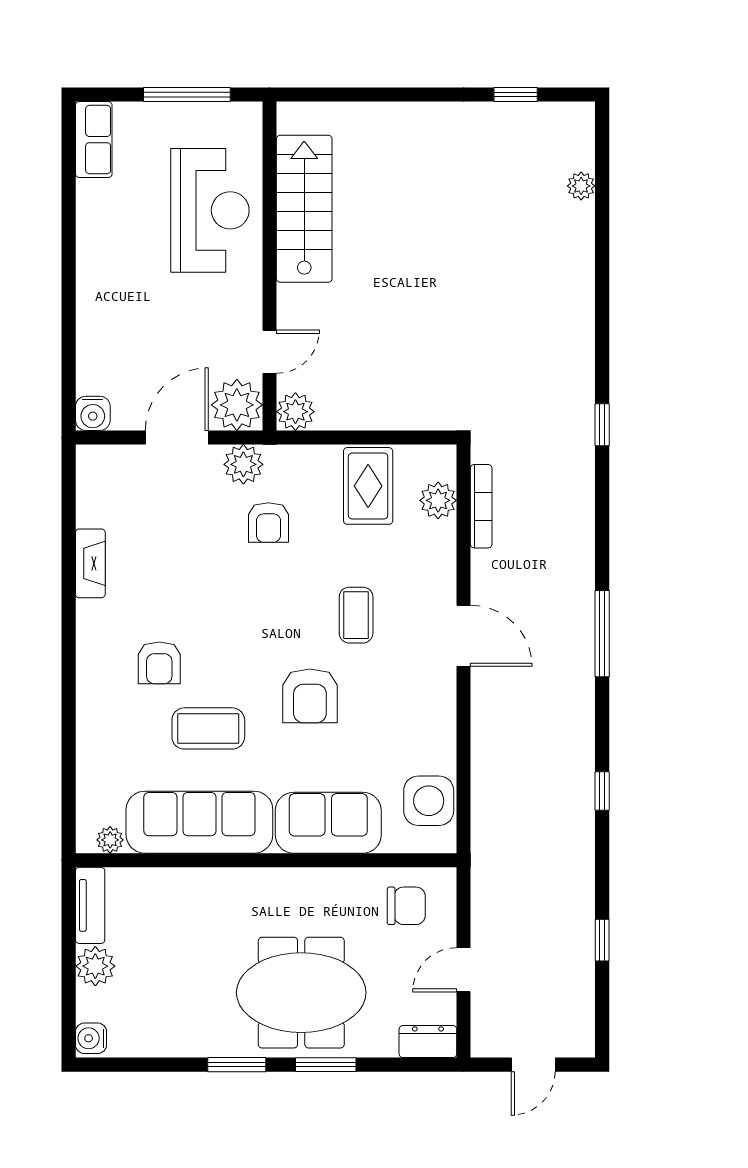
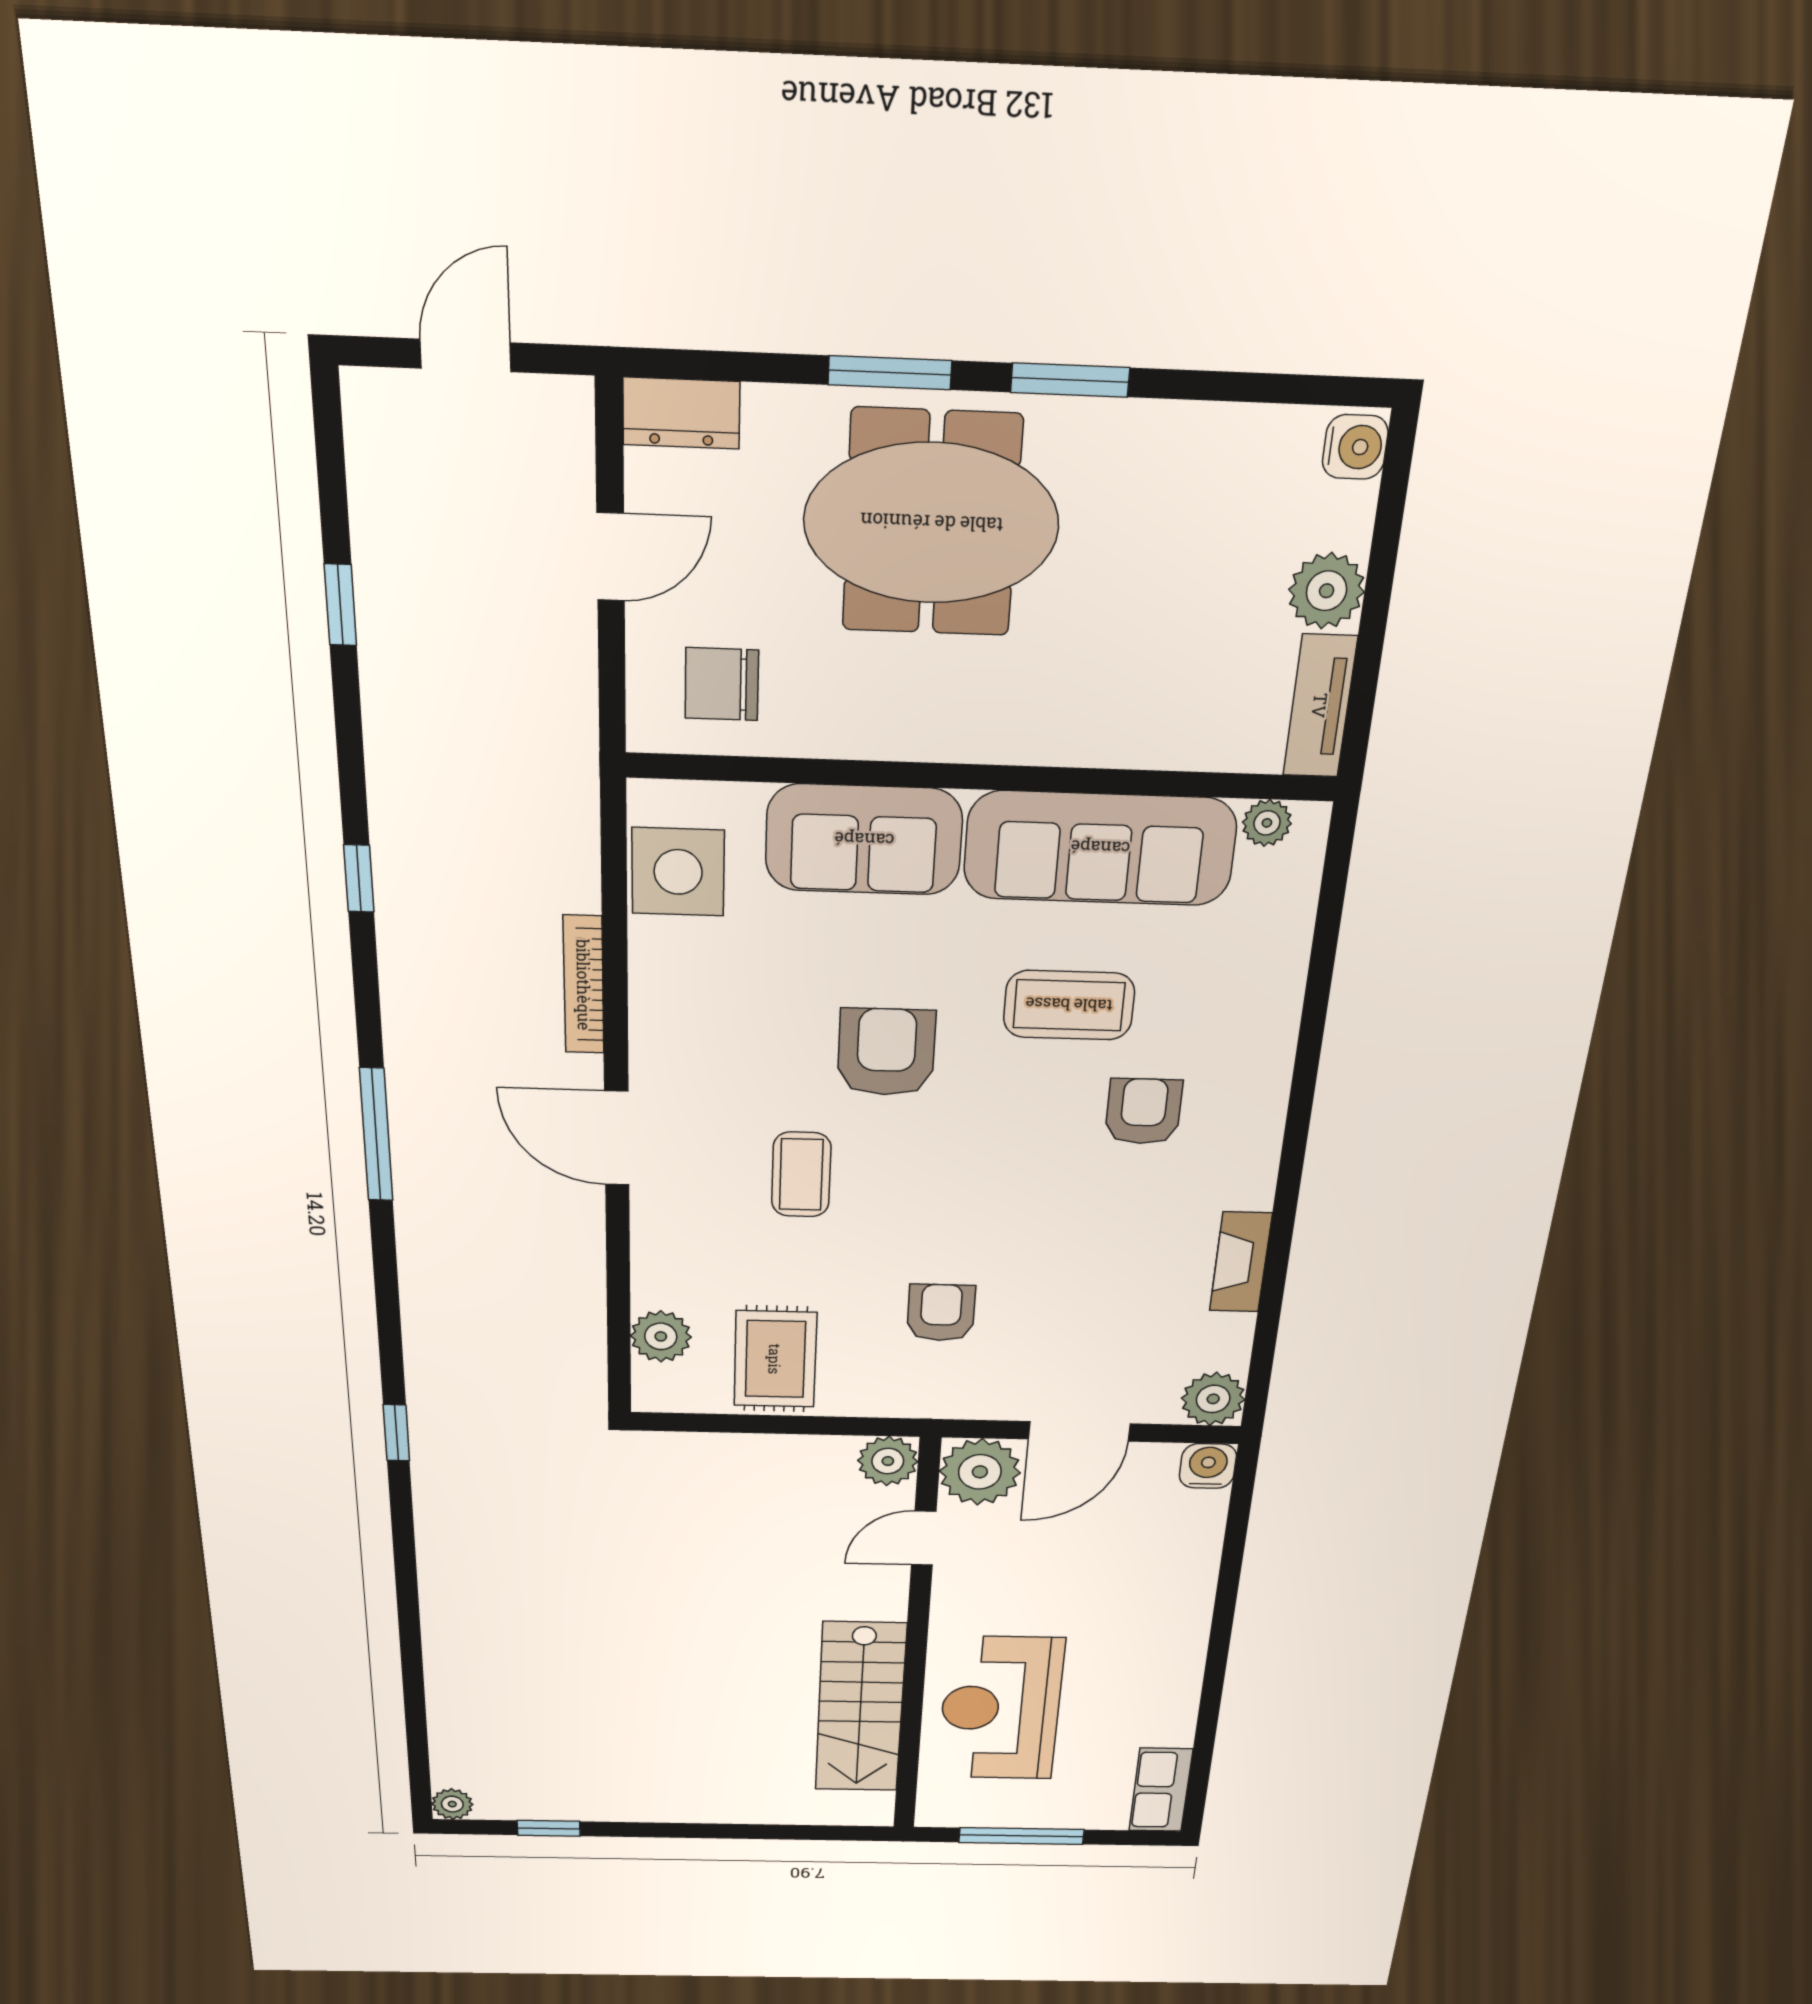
plant: (581, 186) -> (452, 1804), moved
plant: (243, 464) -> (1213, 1399), moved
bookcase: (481, 506) -> (584, 985), moved

